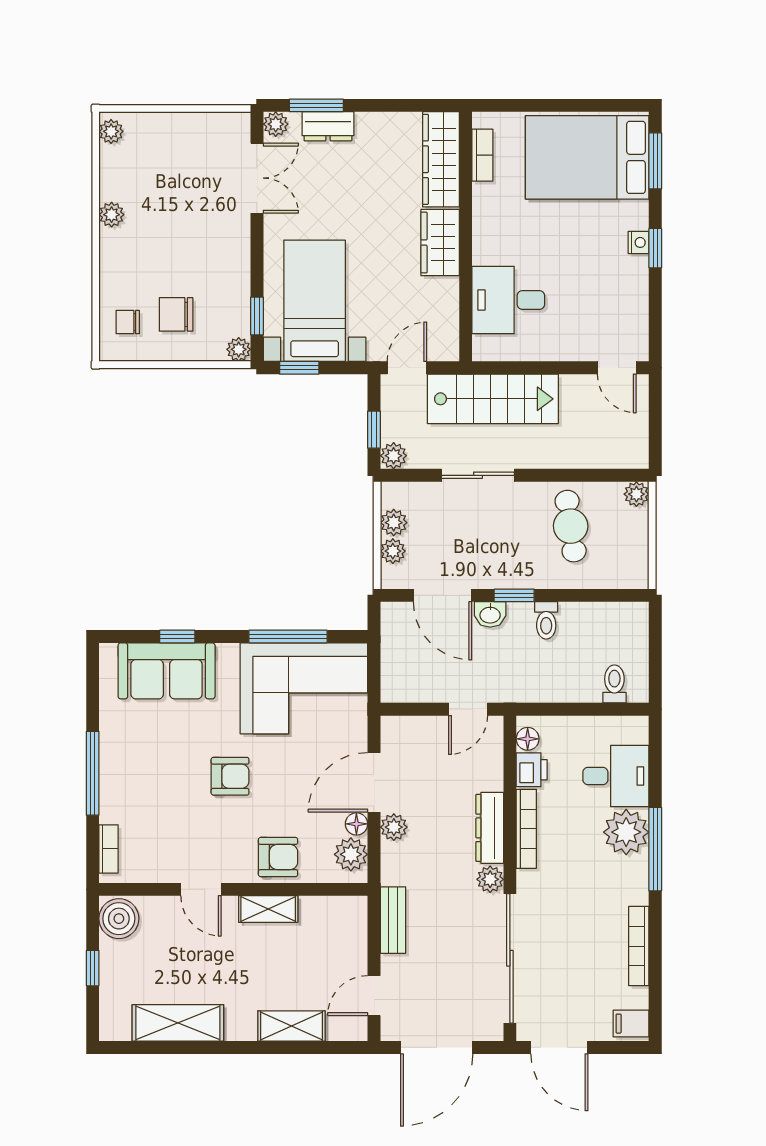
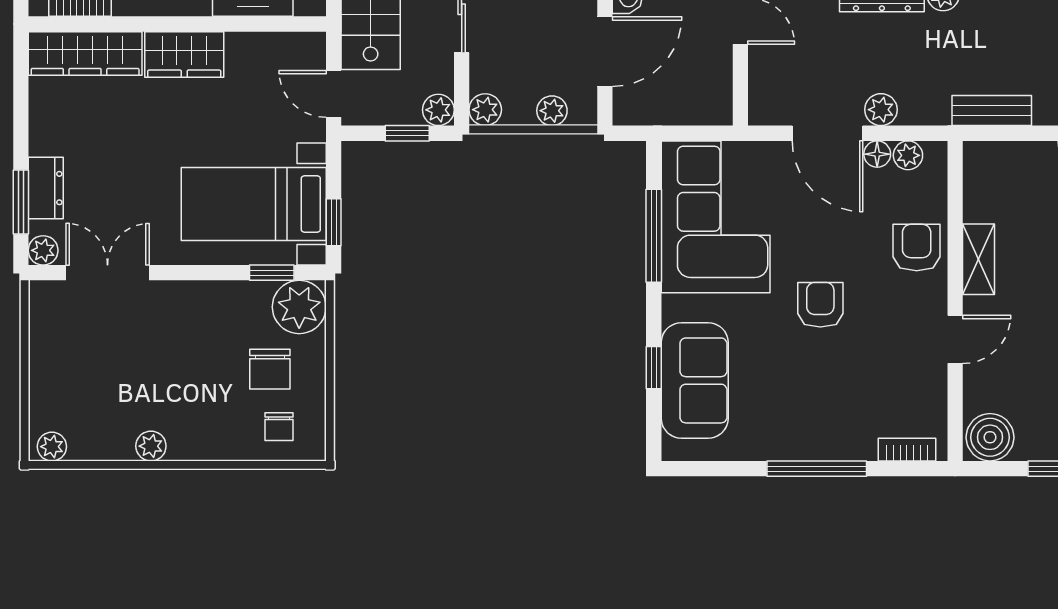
plant: (239, 349) -> (299, 307), width x1.88, depth x1.88
plant: (394, 523) -> (485, 110), moved
plant: (351, 854) -> (908, 155), width x0.73, depth x0.73

